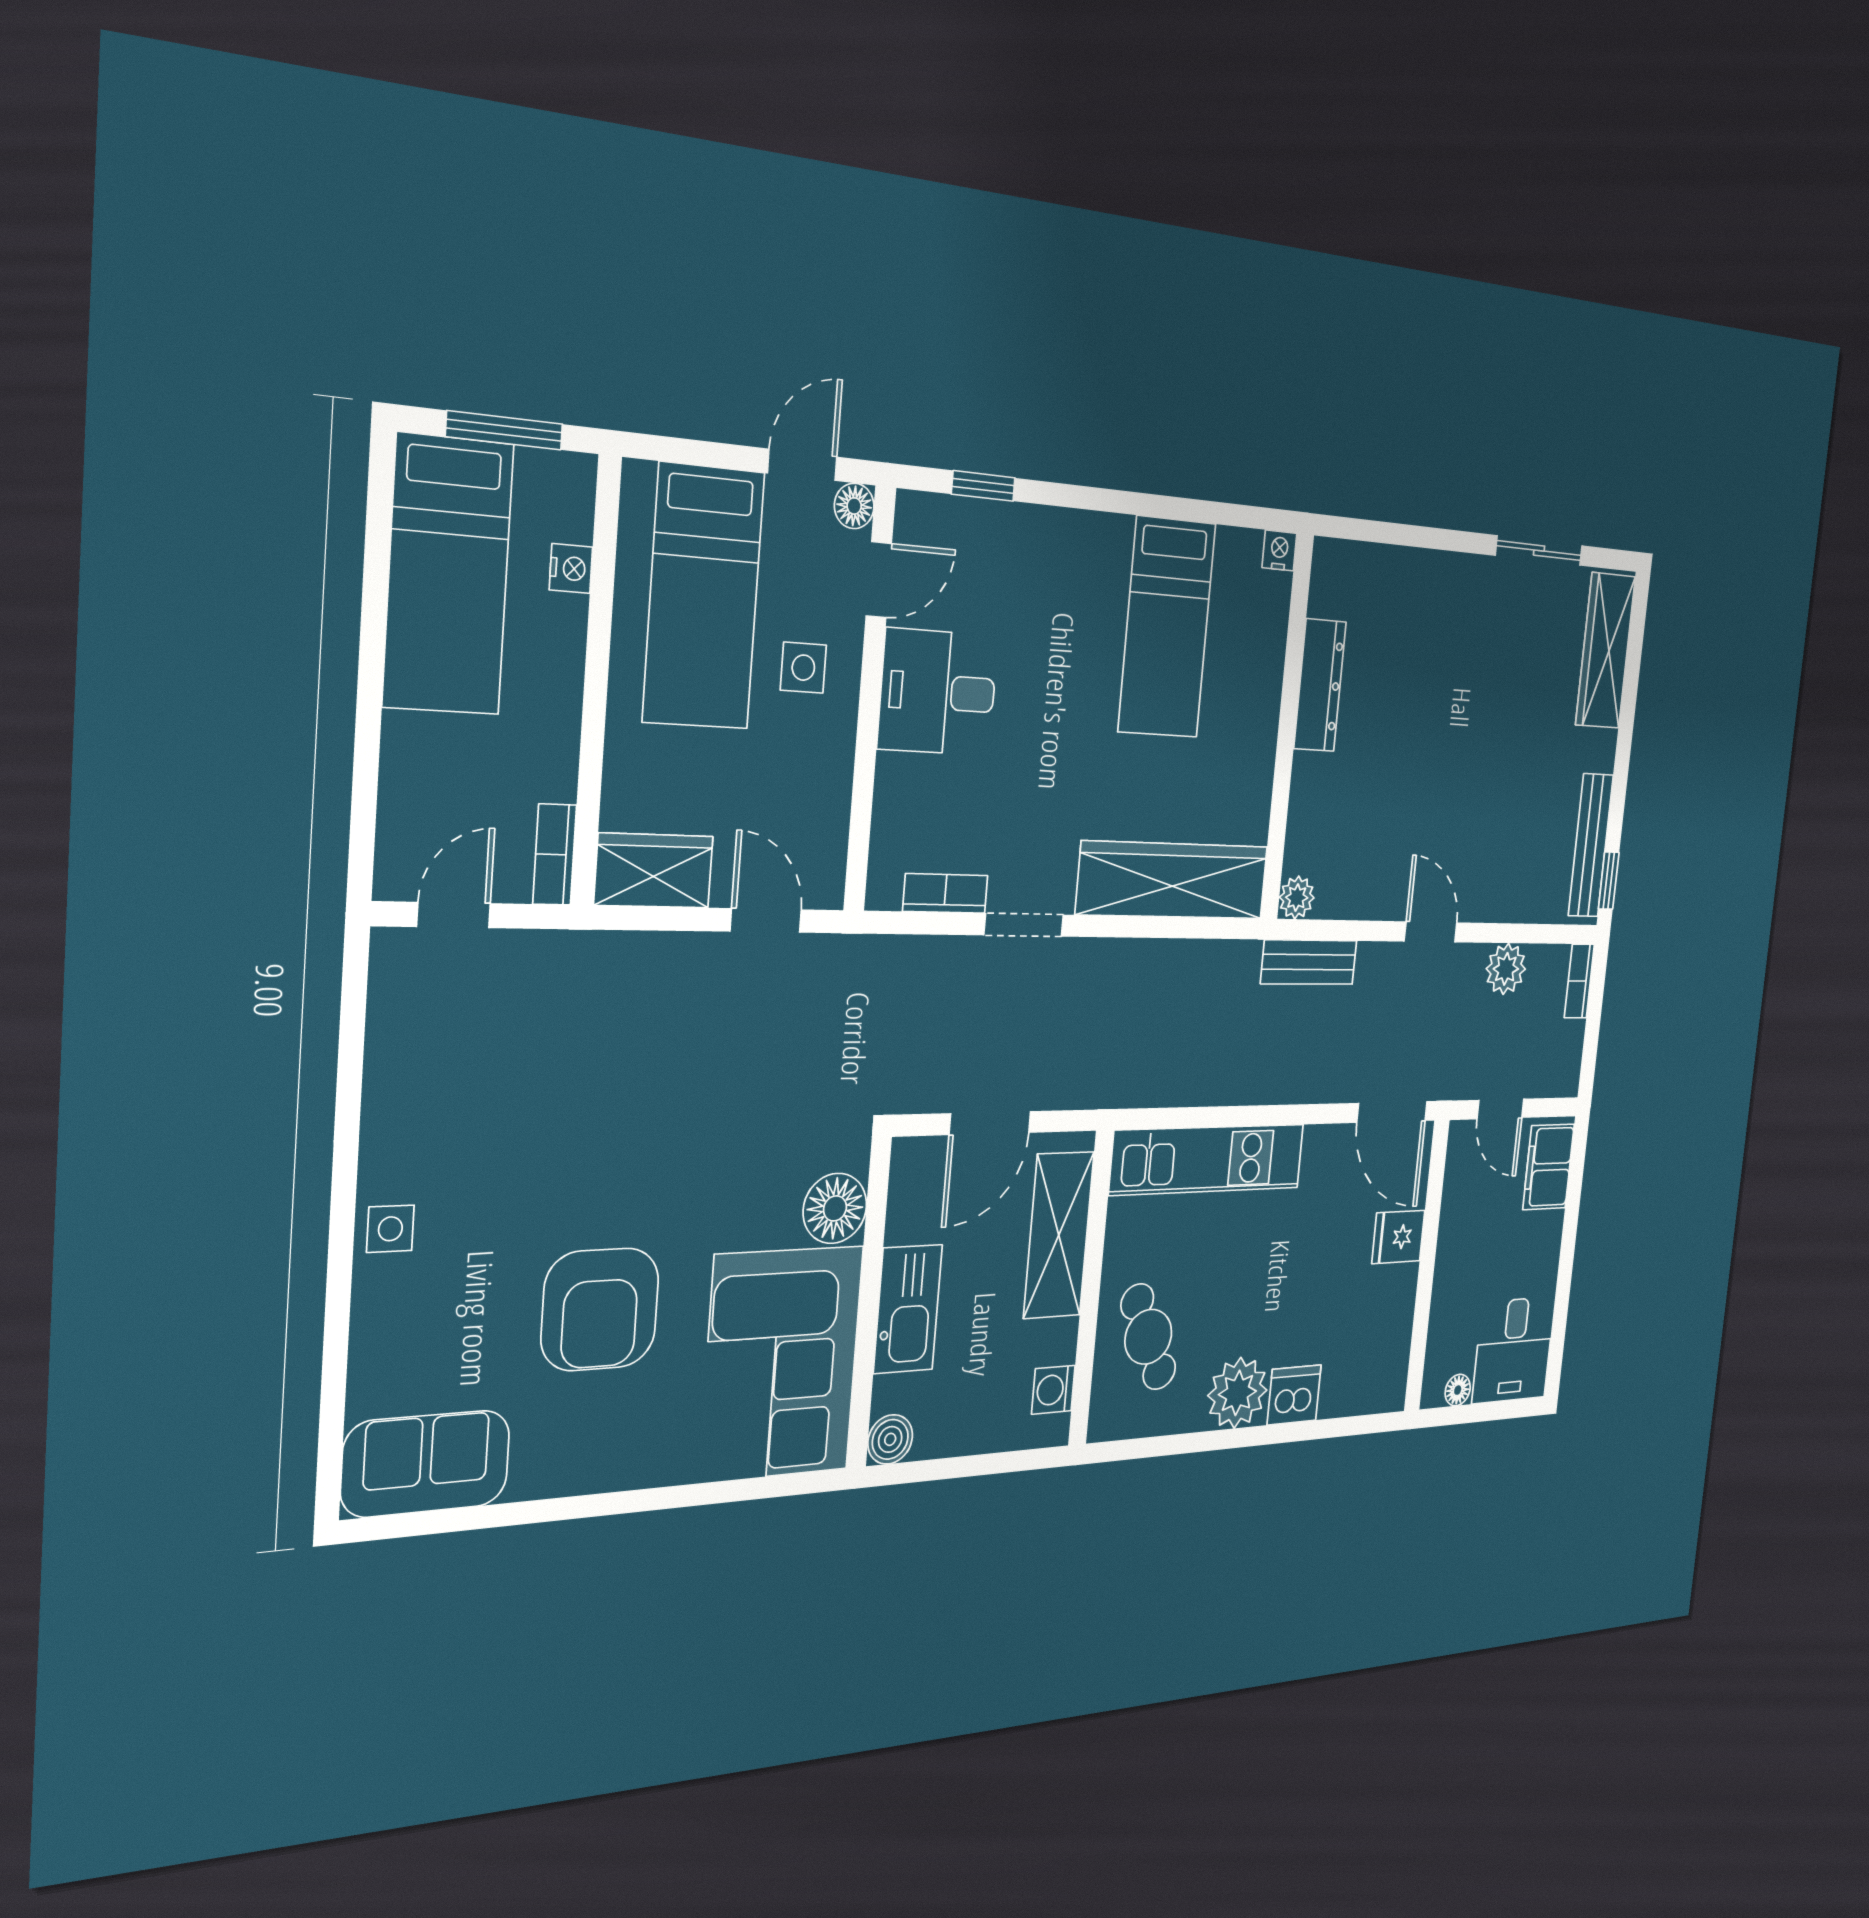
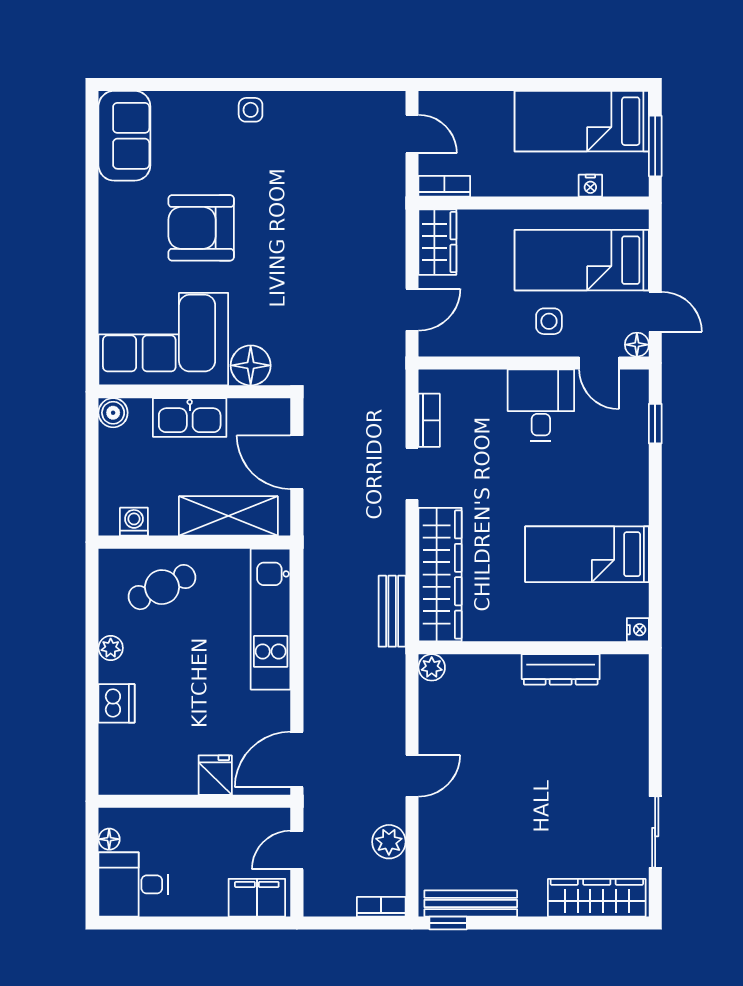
bench: (1309, 962) -> (392, 611), moved
plant: (1237, 1393) -> (111, 648), width x0.53, depth x0.53

